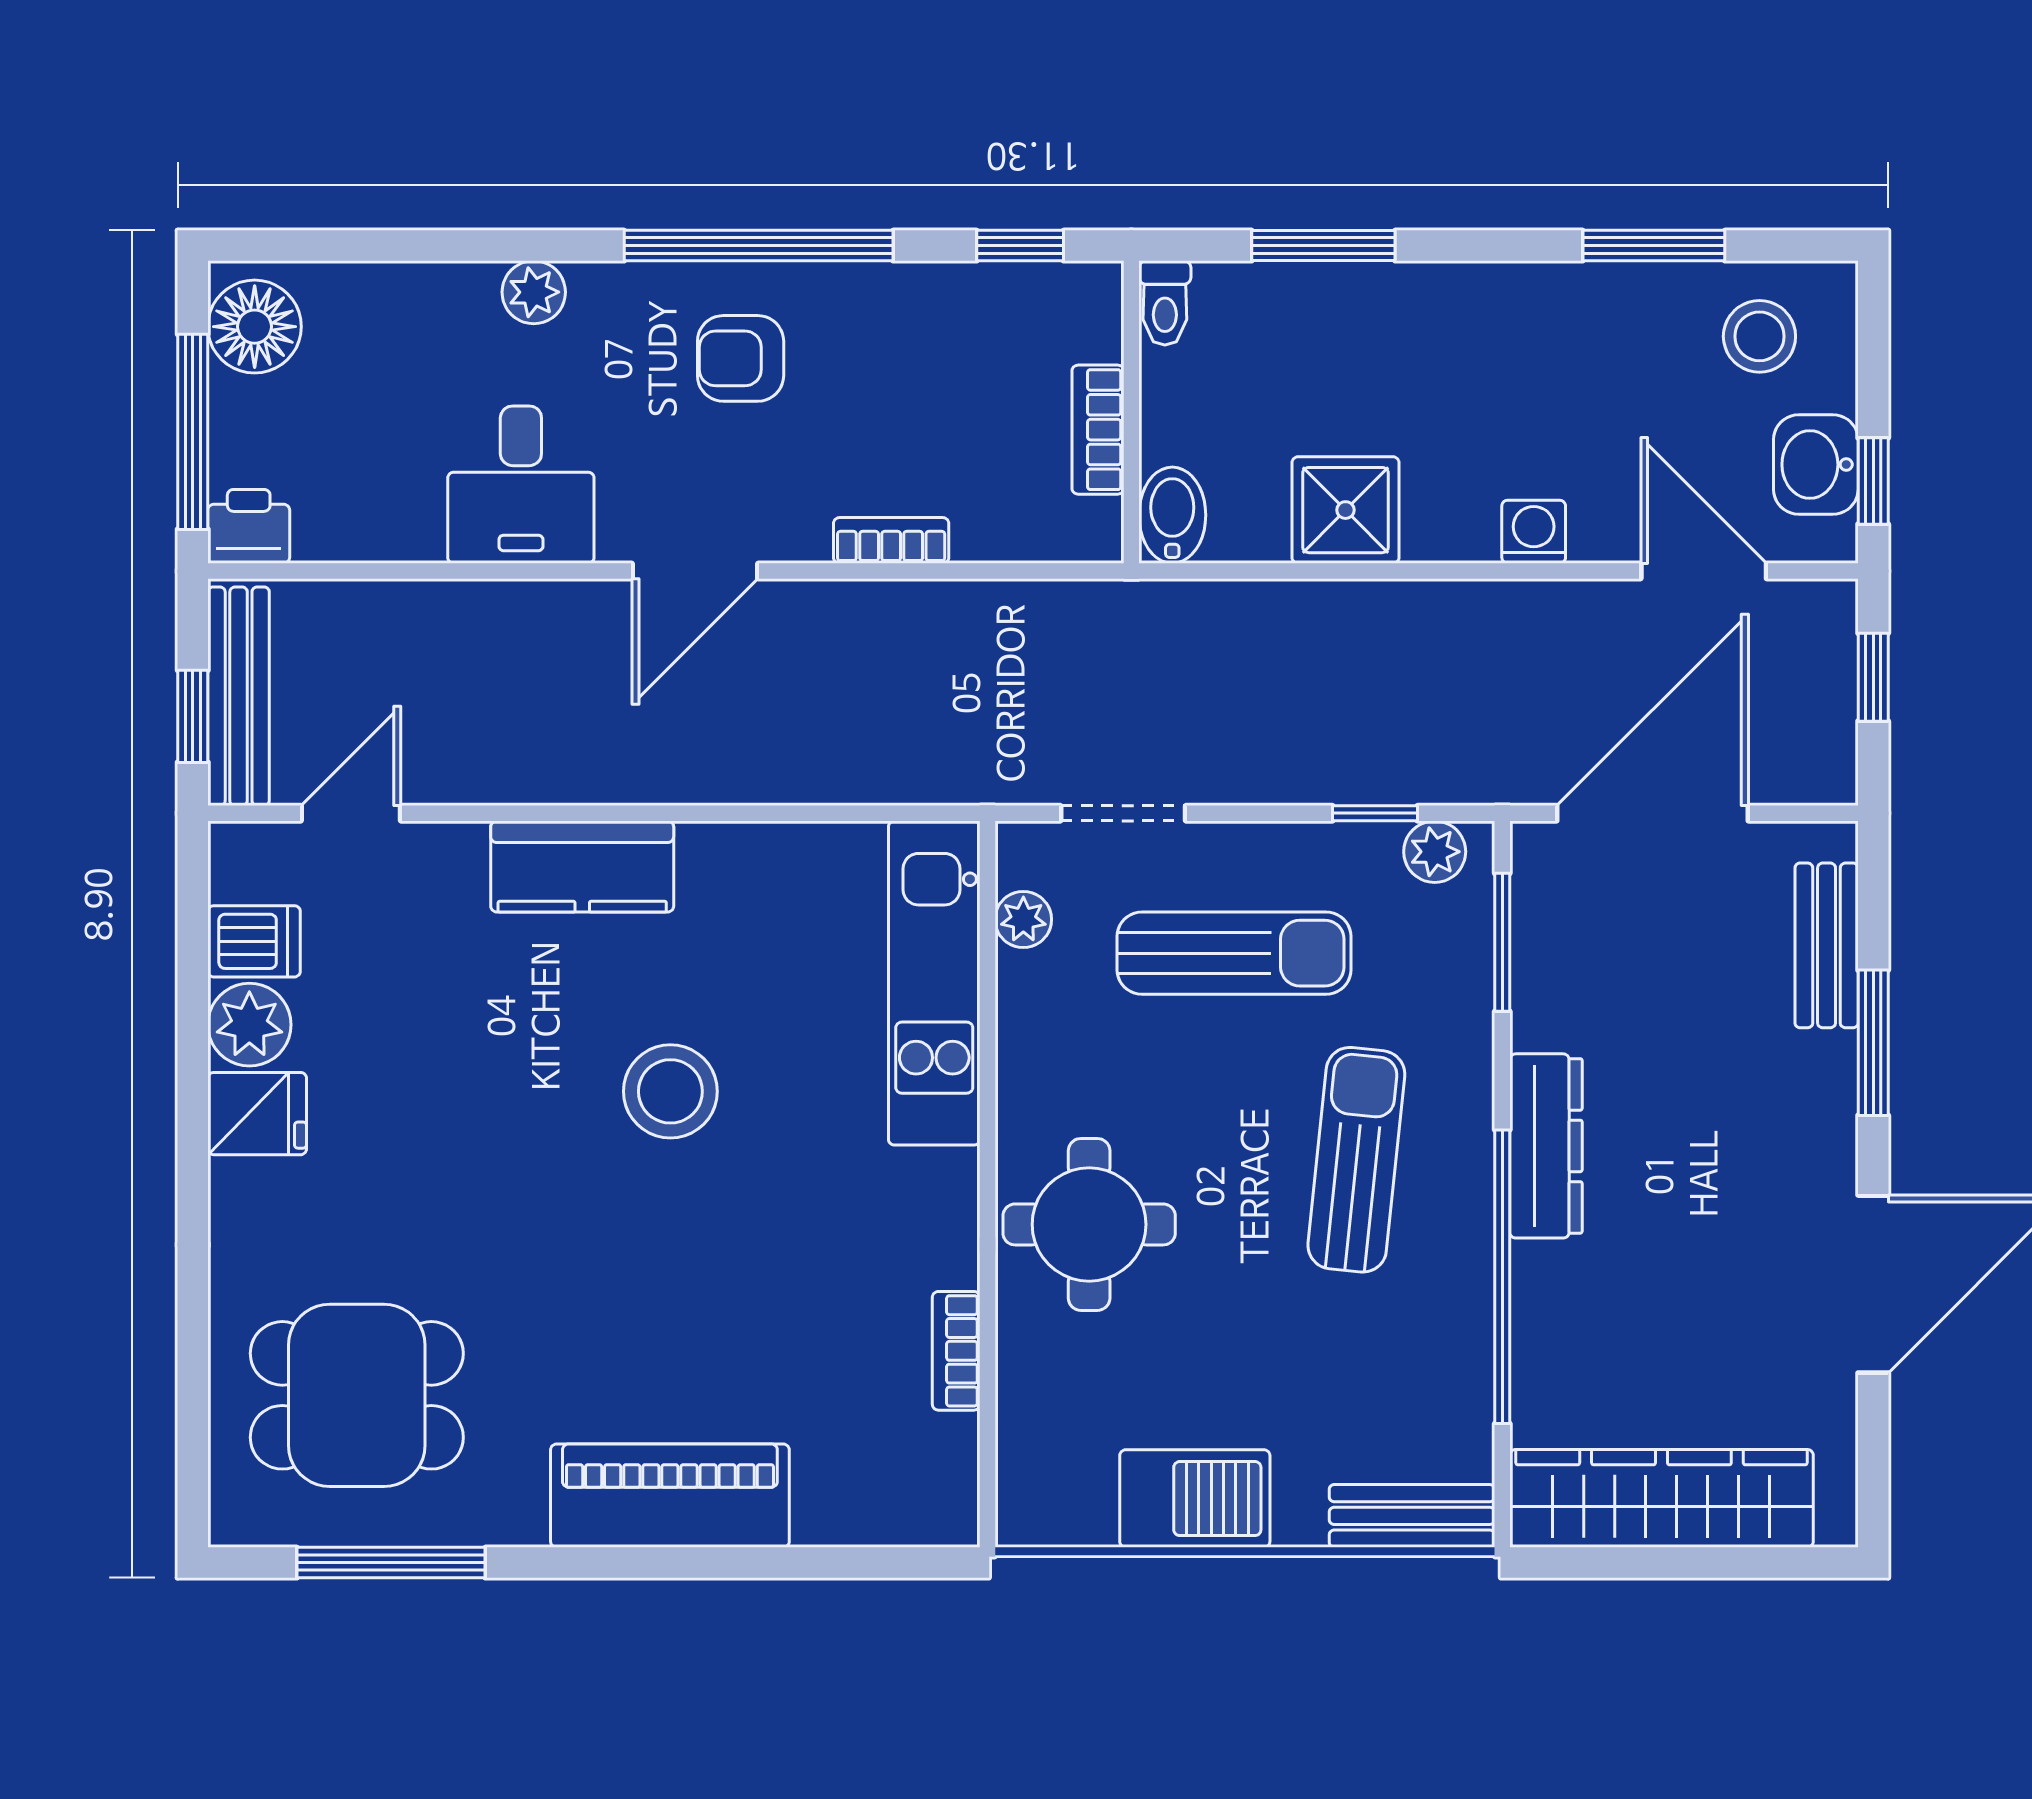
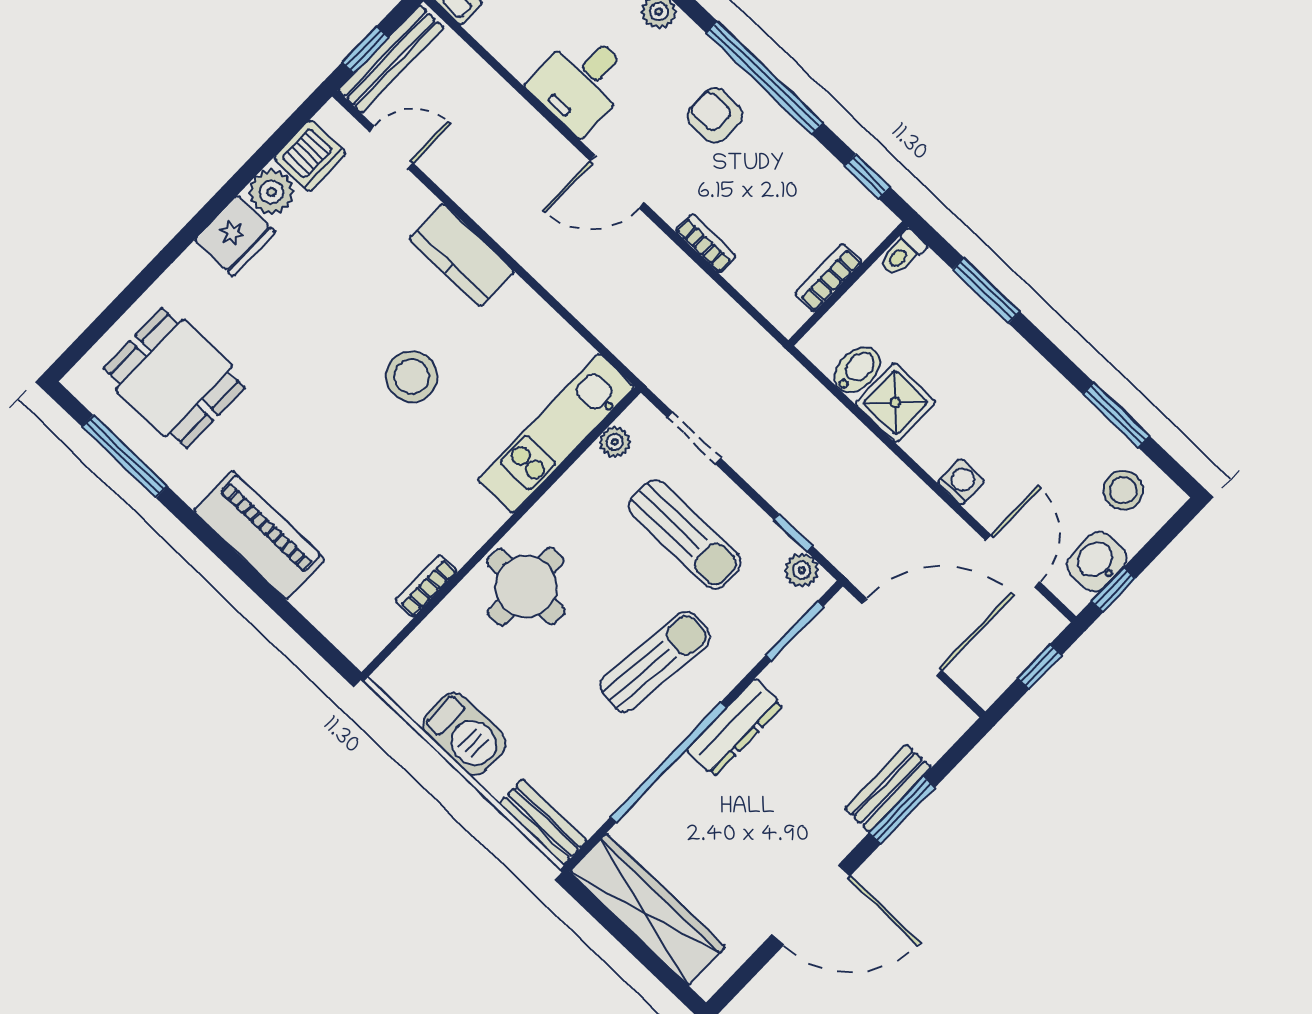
bidet: (1172, 515) -> (857, 370), moved
dishwasher: (254, 941) -> (310, 156), width x1.38
bench: (1827, 945) -> (888, 788), moved
fridge: (257, 1114) -> (235, 236), width x1.38

